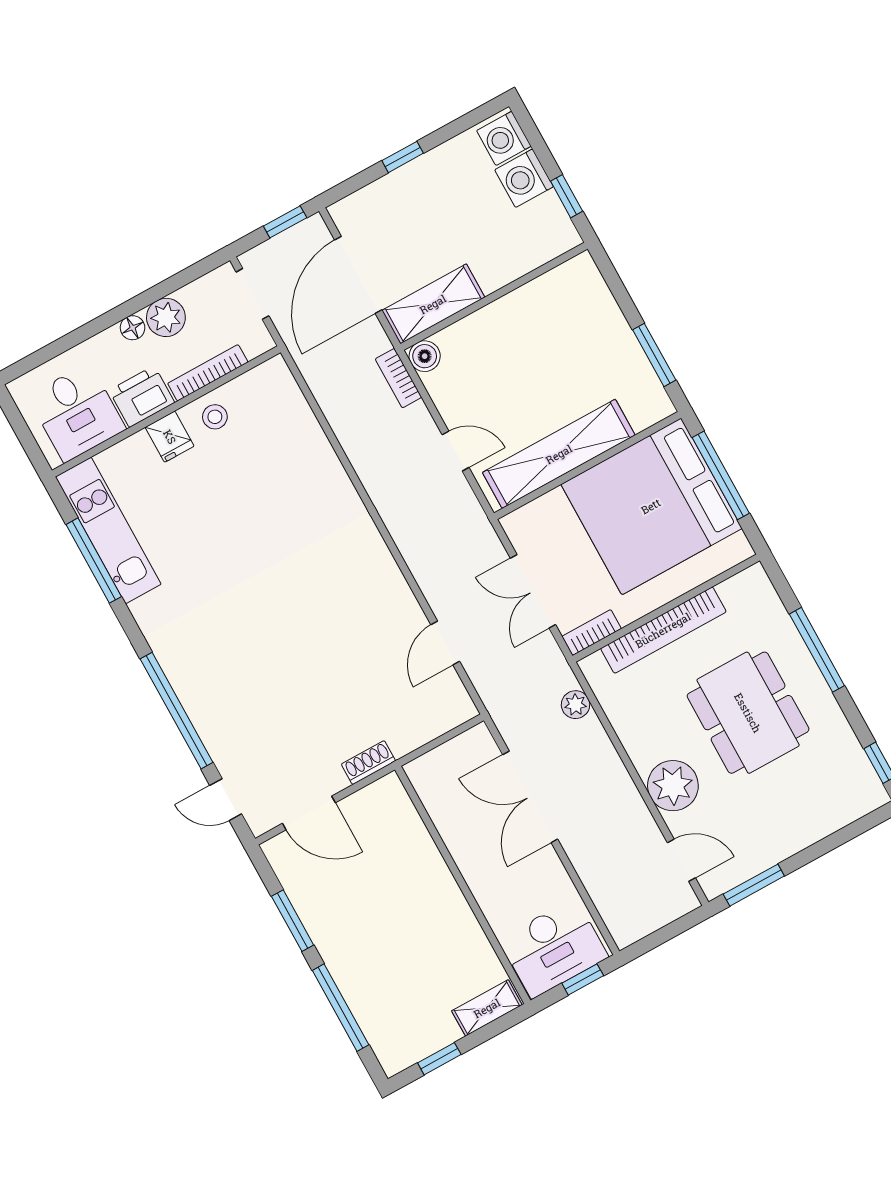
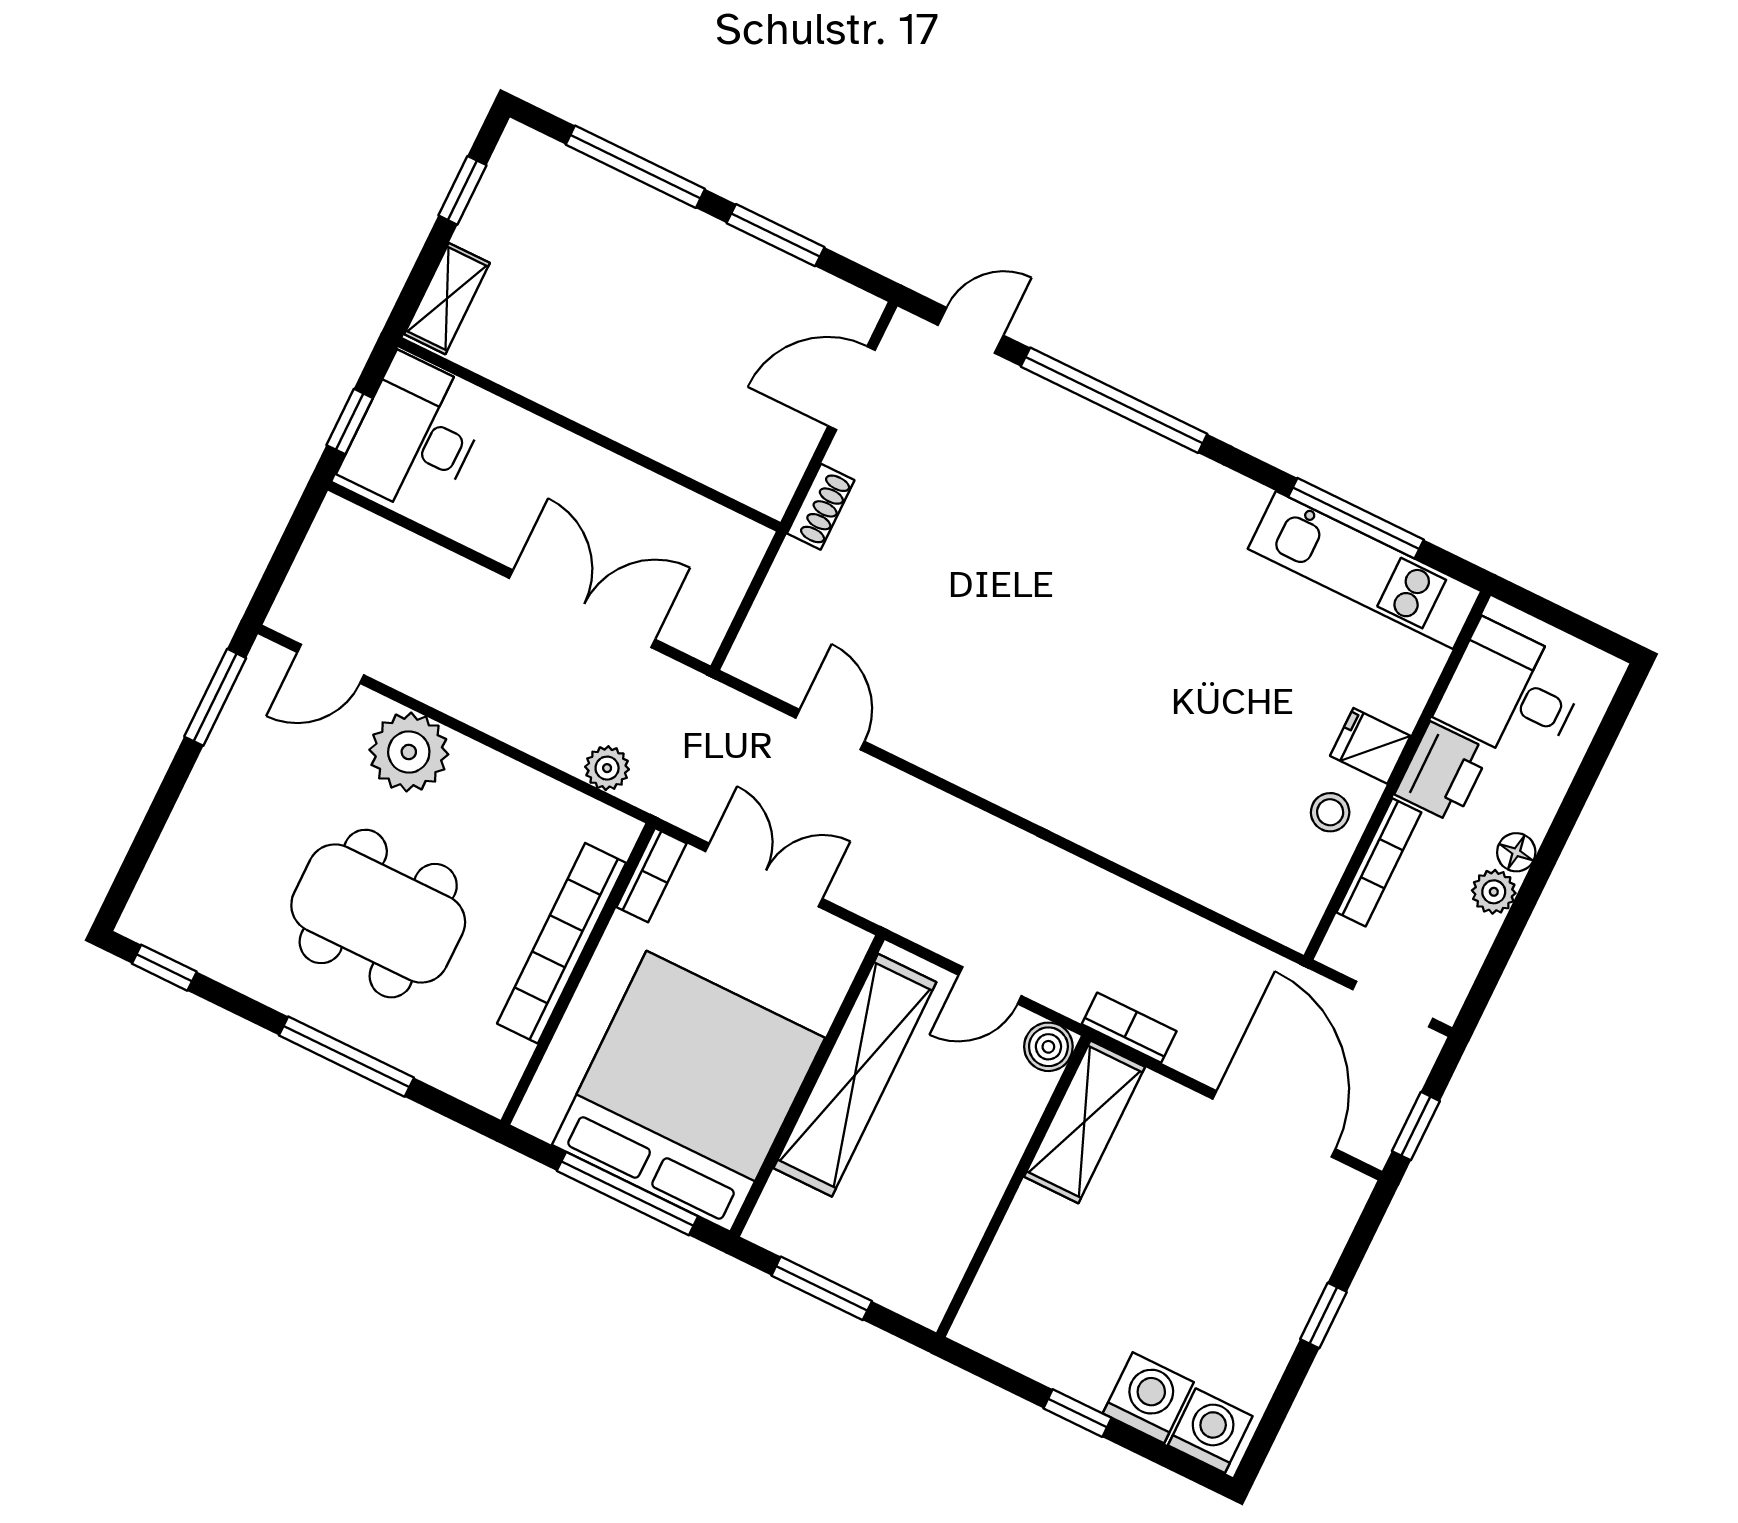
wall: (494, 296) -> (1013, 1186), moved
shelving: (433, 304) -> (1084, 1122), moved
plant: (166, 317) -> (1494, 892), width x0.73, depth x0.73
boiler: (425, 356) -> (1048, 1047), moved

